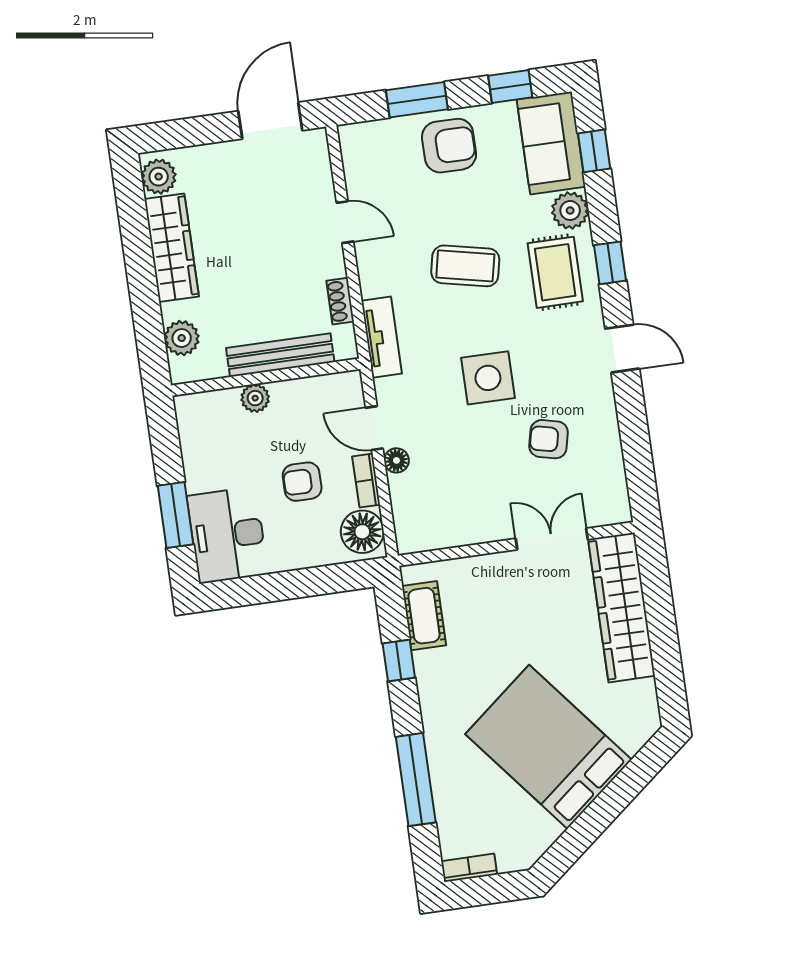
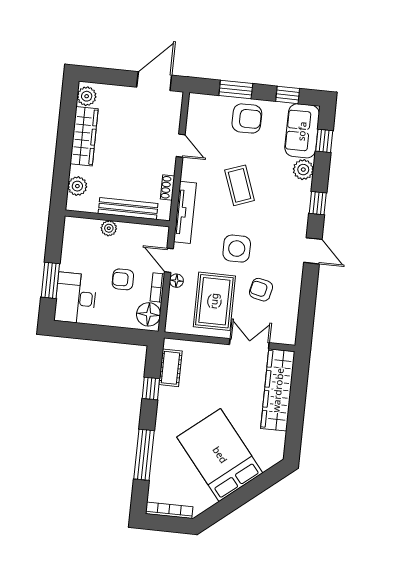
coffee table: (465, 266) -> (240, 185), turned 58
rug: (555, 272) -> (214, 301), moved, width x1.36, depth x1.43
tv unit: (382, 337) -> (185, 212), width x1.41
bookcase: (469, 868) -> (169, 510), width x1.56

